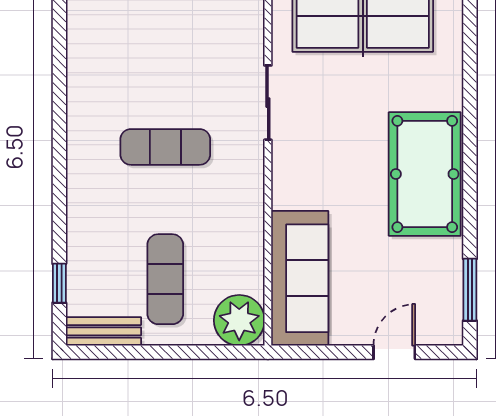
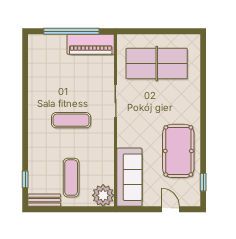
pool table: (425, 174) -> (178, 151), moved
window: (470, 290) -> (203, 182), width x0.67
door: (394, 352) -> (170, 209), hinge flipped

